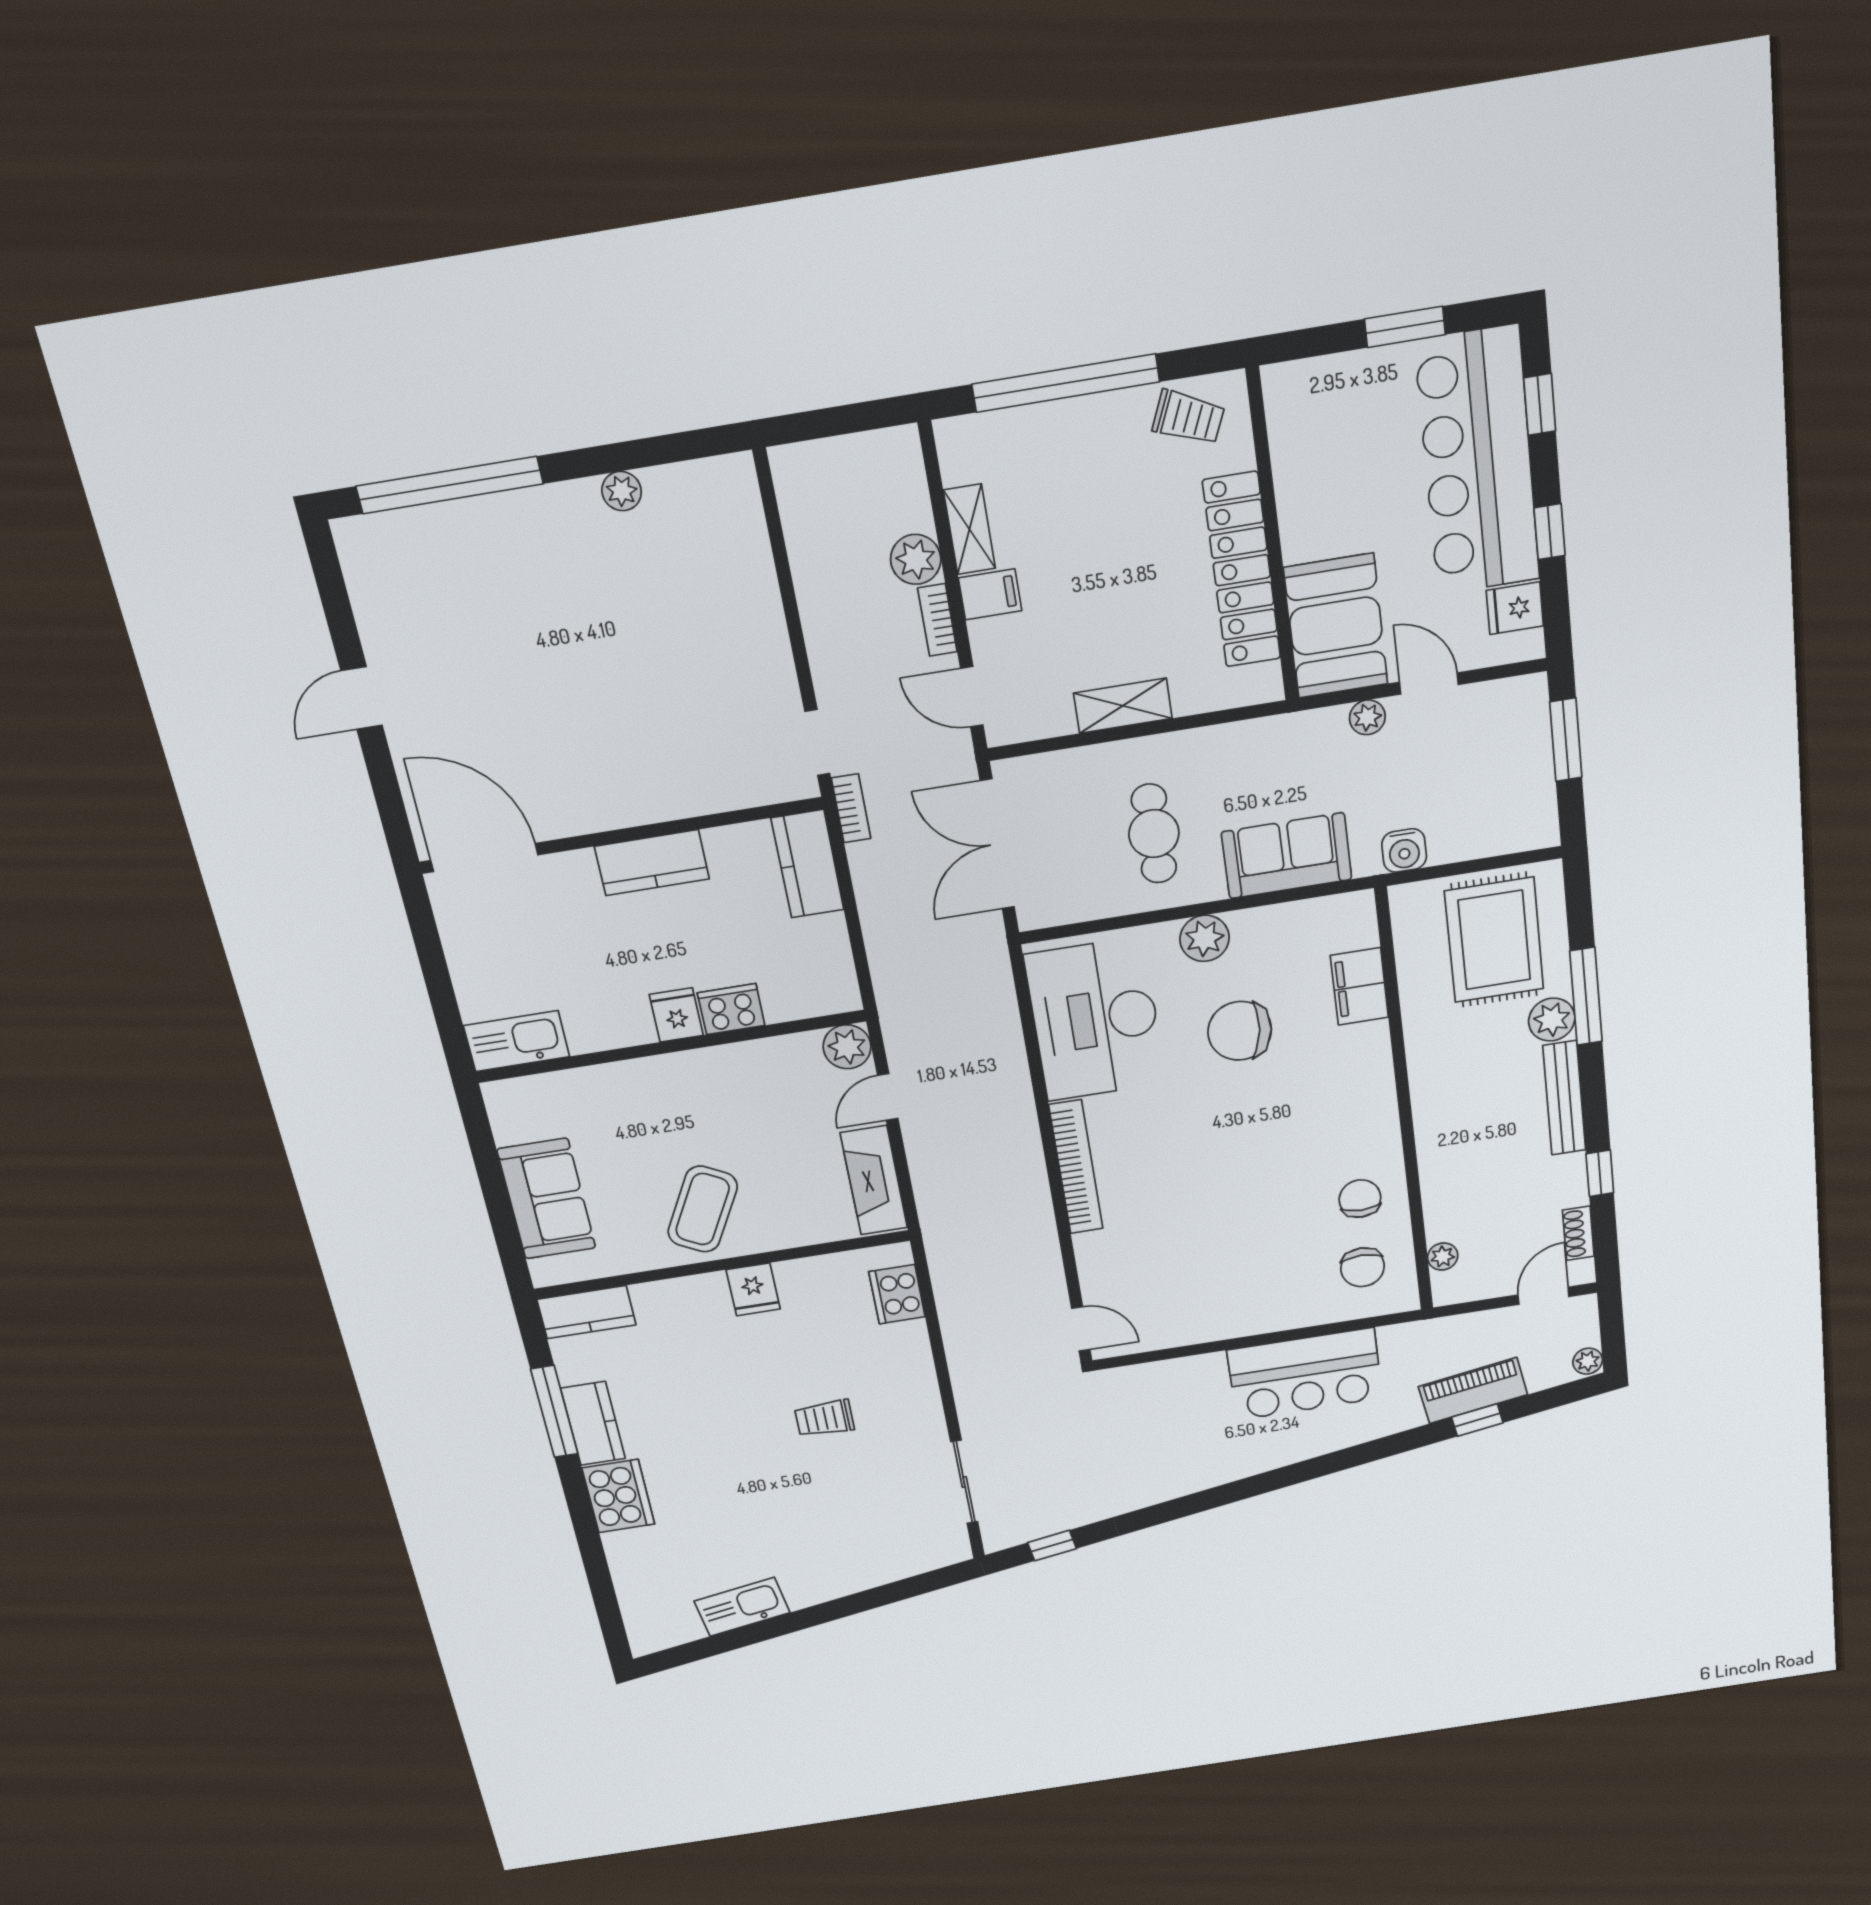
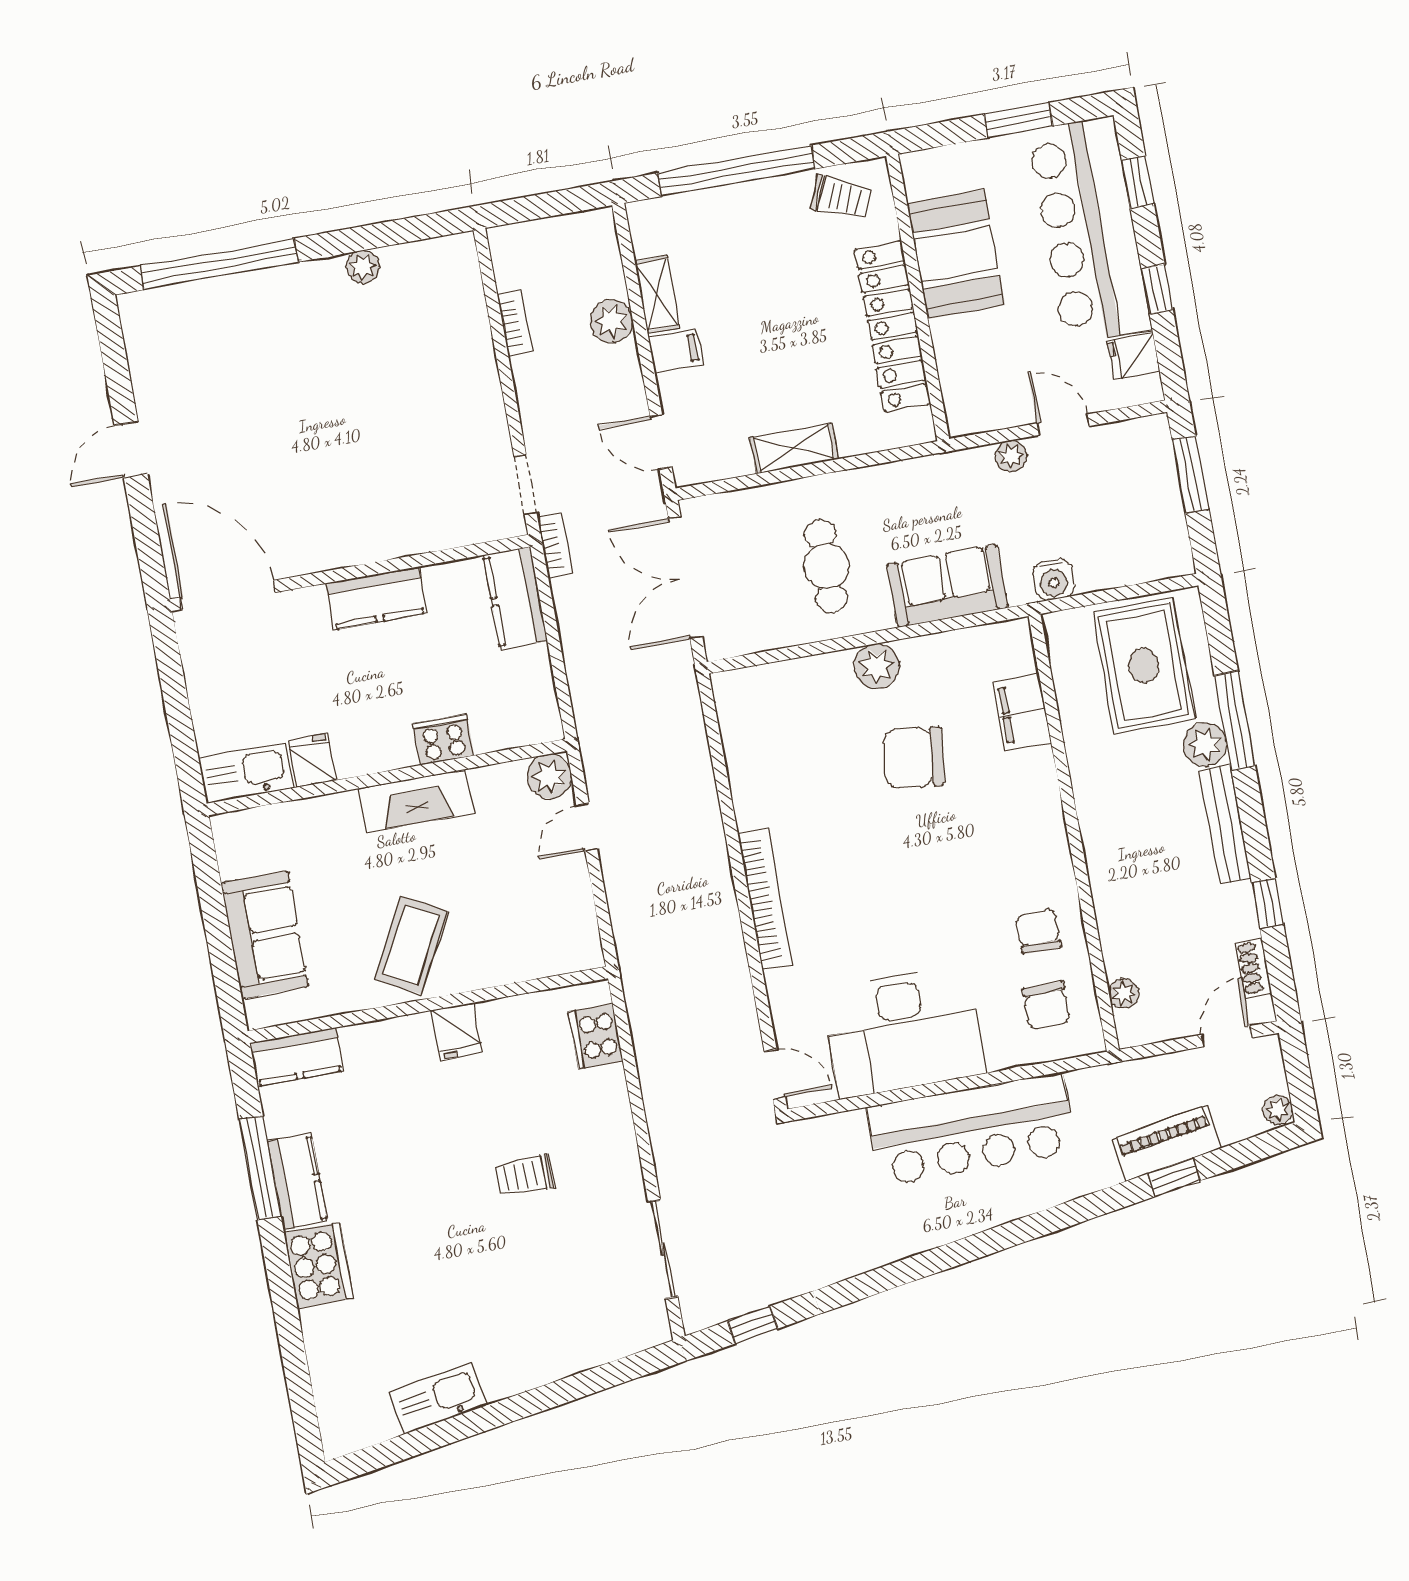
bookcase: (937, 620) -> (515, 323), moved, turned 180
booth: (1336, 626) -> (956, 254), moved
fridge: (676, 1015) -> (312, 760), moved
desk: (1095, 1019) -> (904, 1031), moved, turned -90
fireplace: (874, 1180) -> (416, 801), moved, turned -90
bar counter: (1305, 1374) -> (972, 1129), width x1.36

